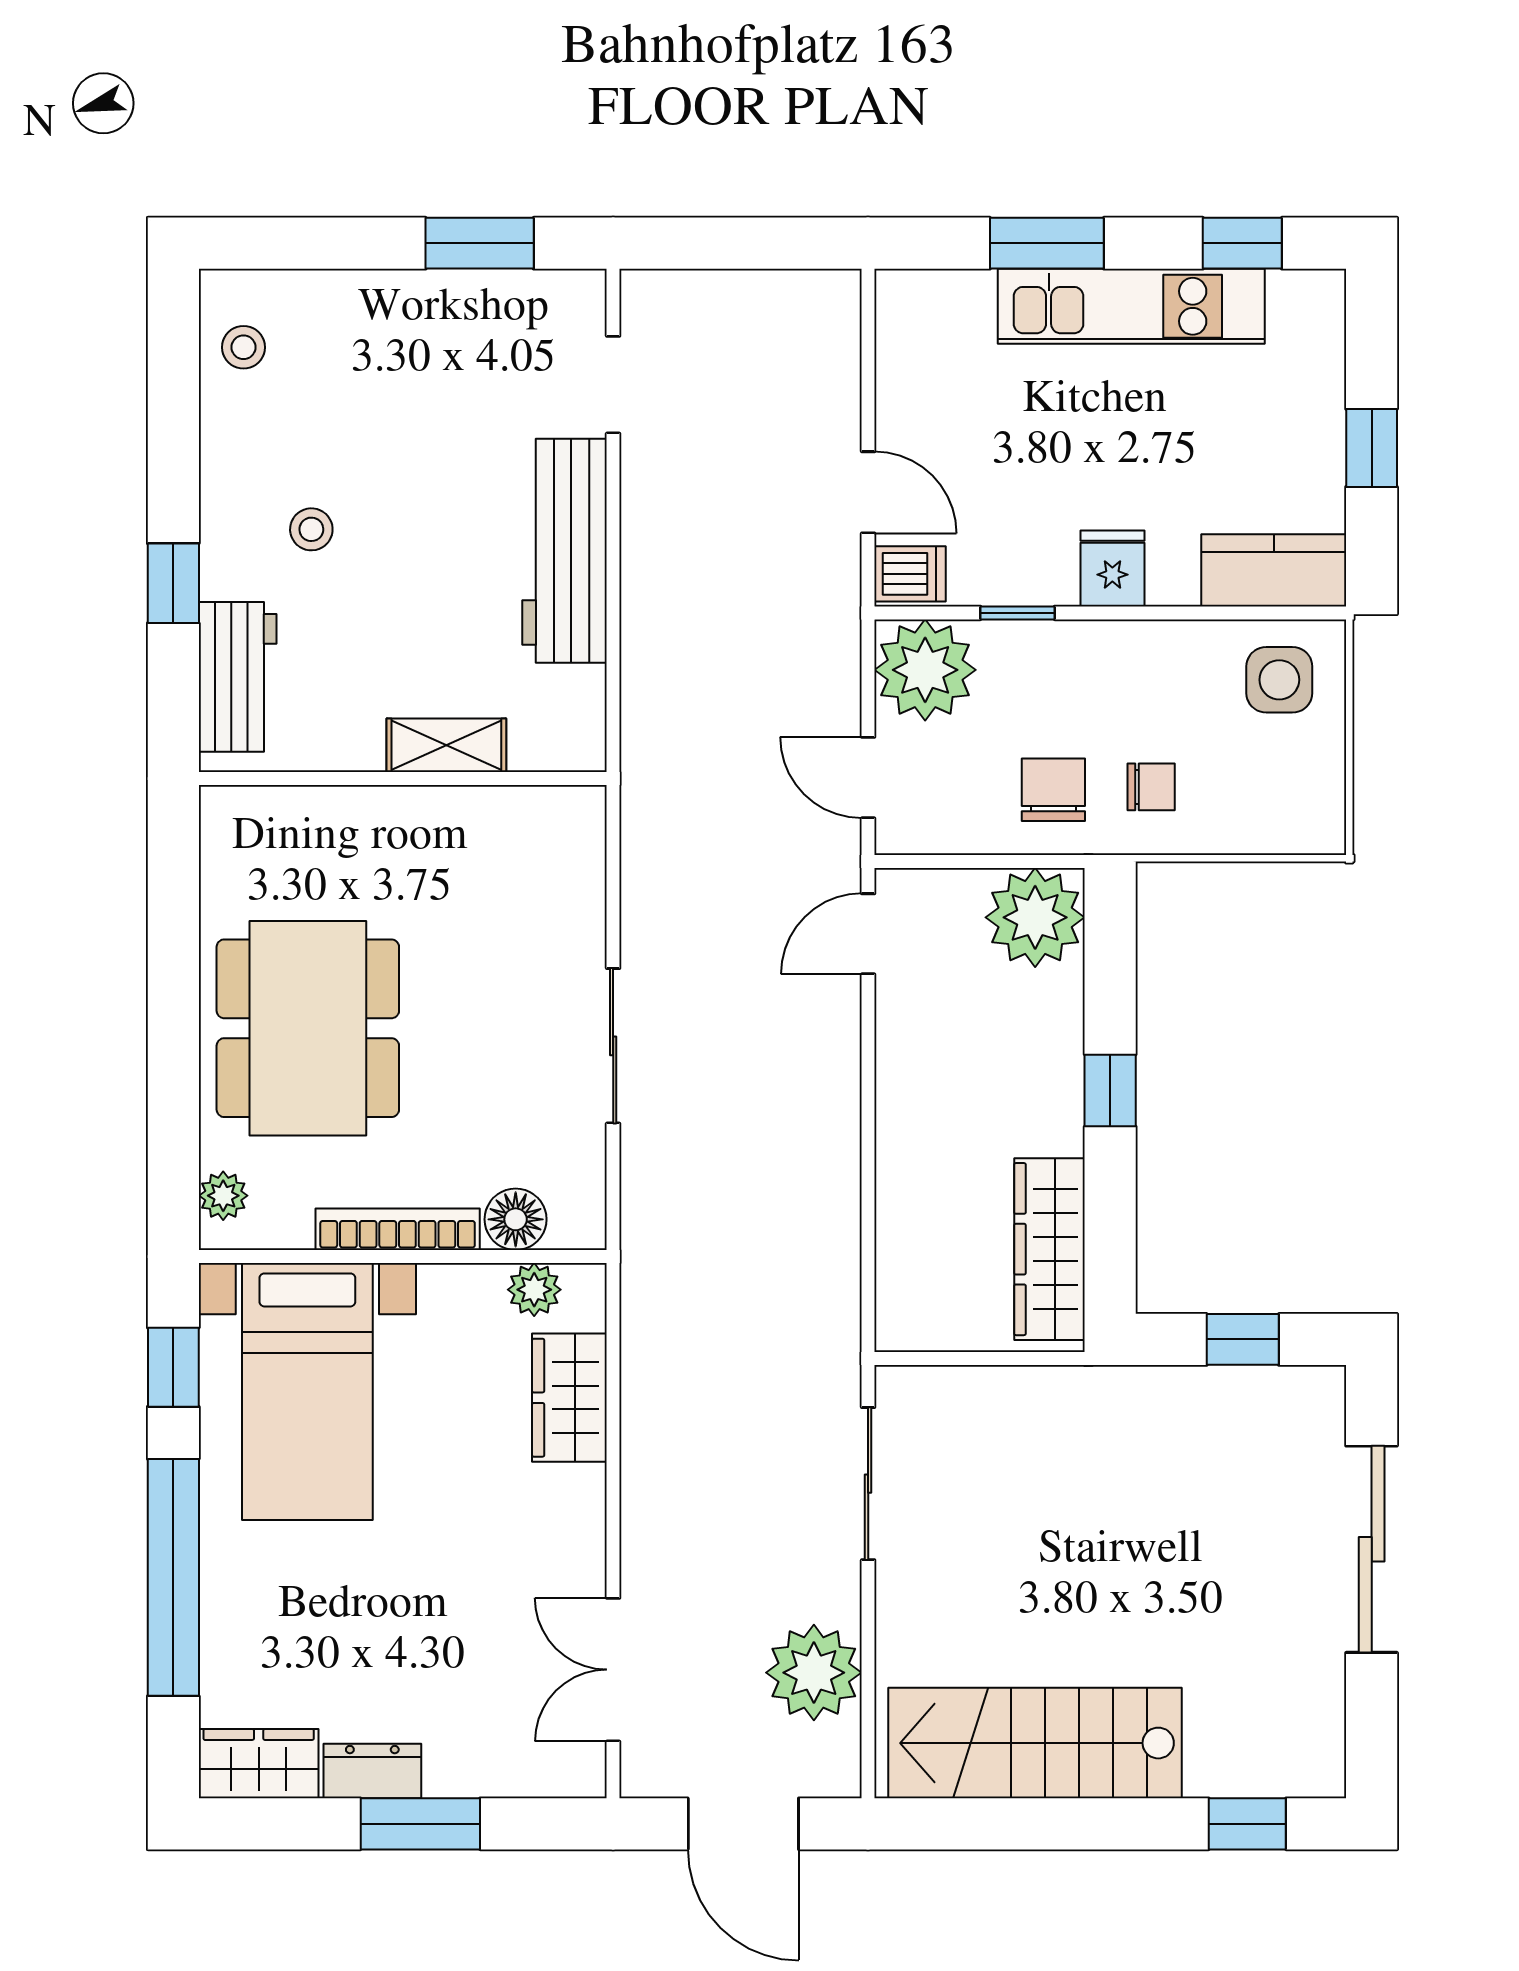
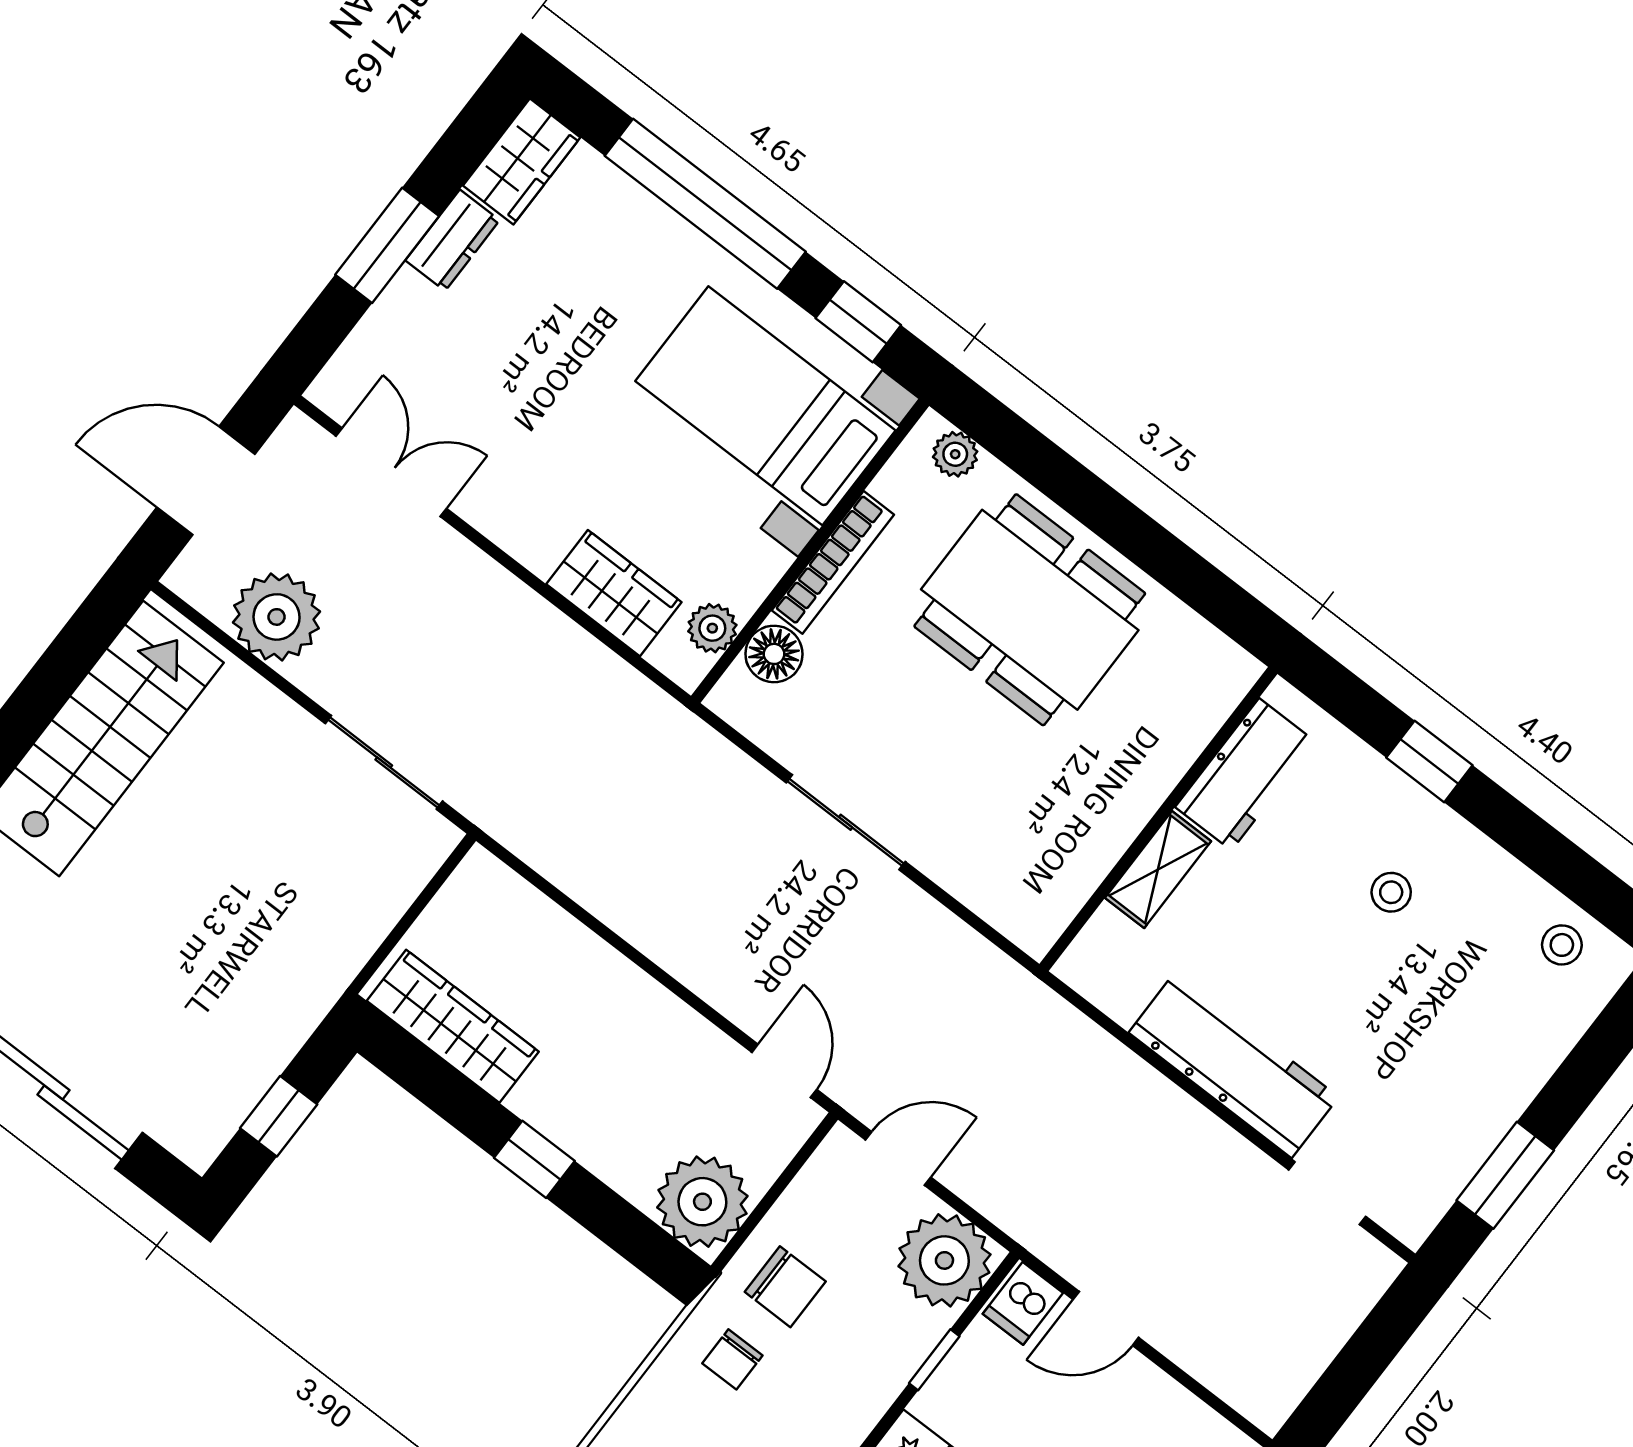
workbench: (238, 677) -> (1245, 774), moved, turned -90

